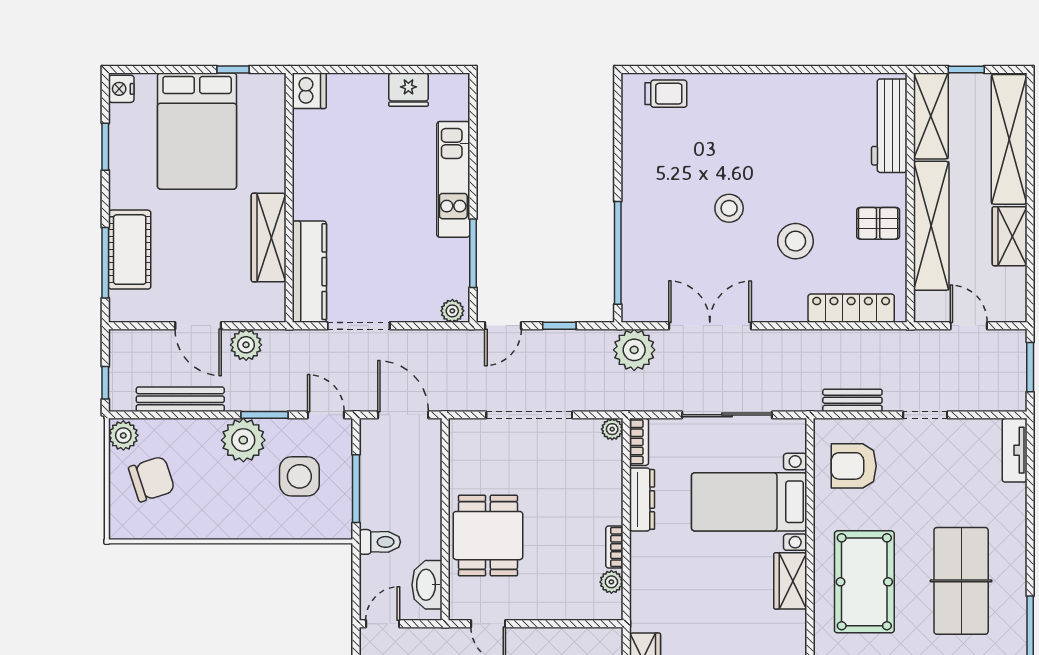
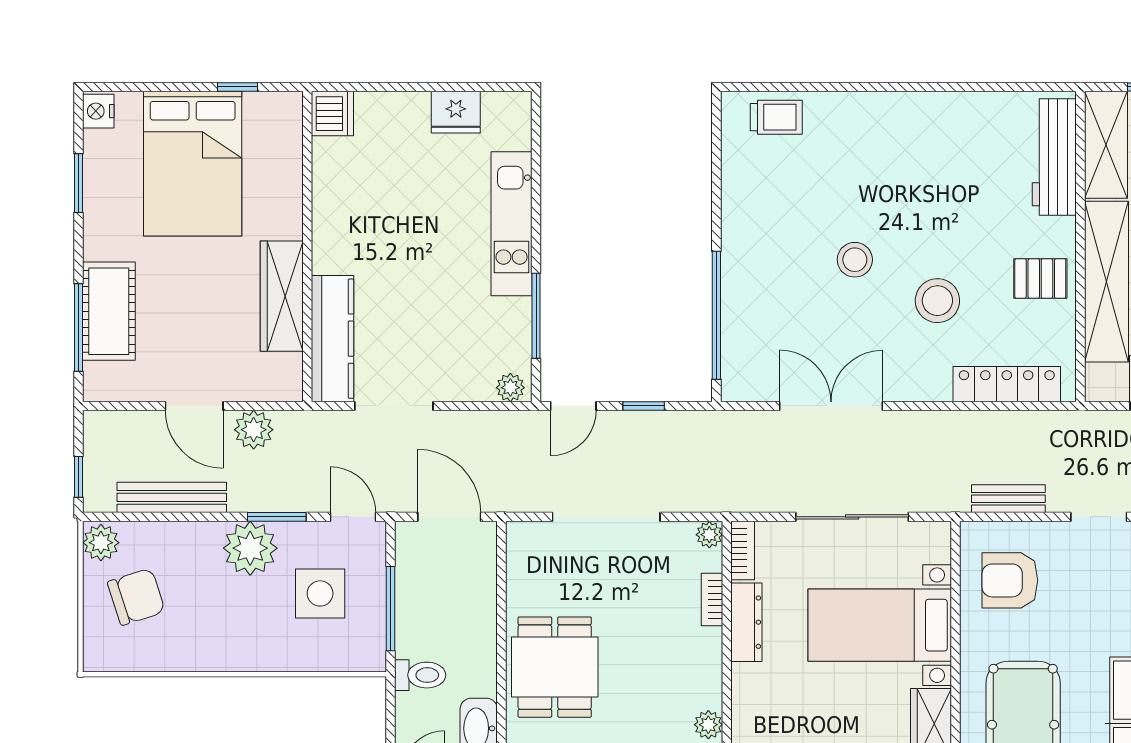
plant: (634, 350) -> (737, 436), removed
bookcase: (614, 547) -> (712, 599), moved

